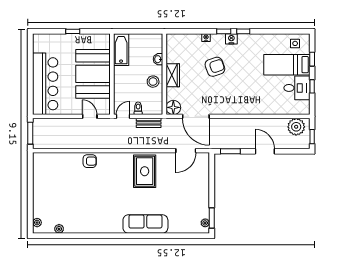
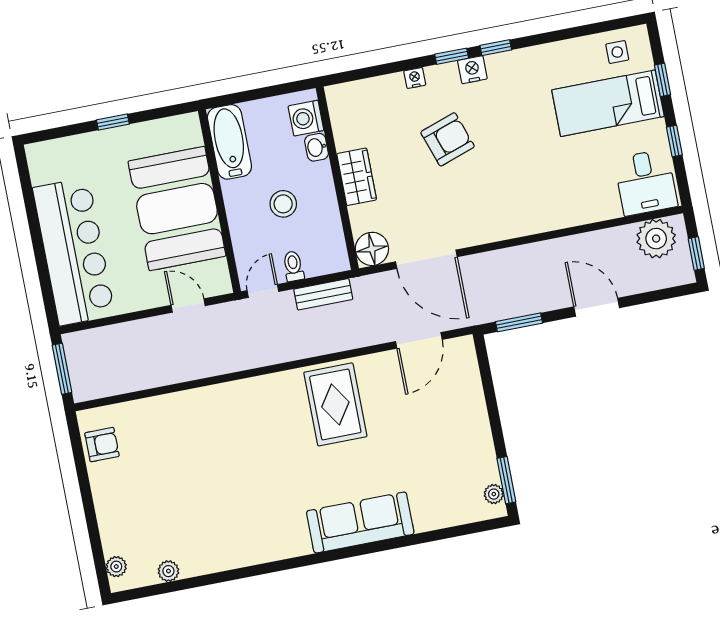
washing machine: (156, 46) -> (306, 118), added
stool: (153, 82) -> (283, 204), moved
desk: (297, 88) -> (646, 182), moved, turned 90
armchair: (90, 161) -> (102, 445), moved

